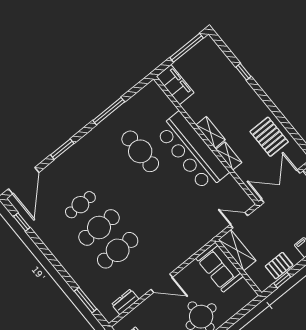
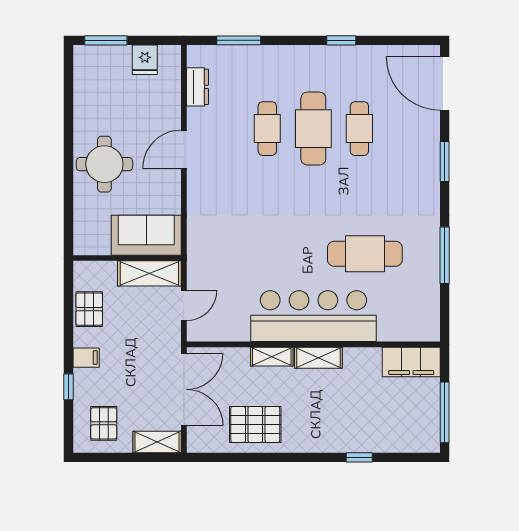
window: (22, 222) -> (341, 40), moved
cafe table: (118, 250) -> (267, 129), width x0.73, depth x0.74
window: (282, 280) -> (68, 299), removed

